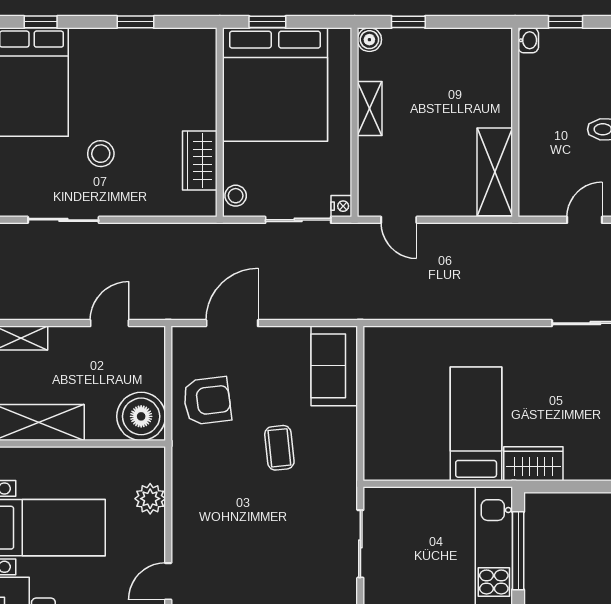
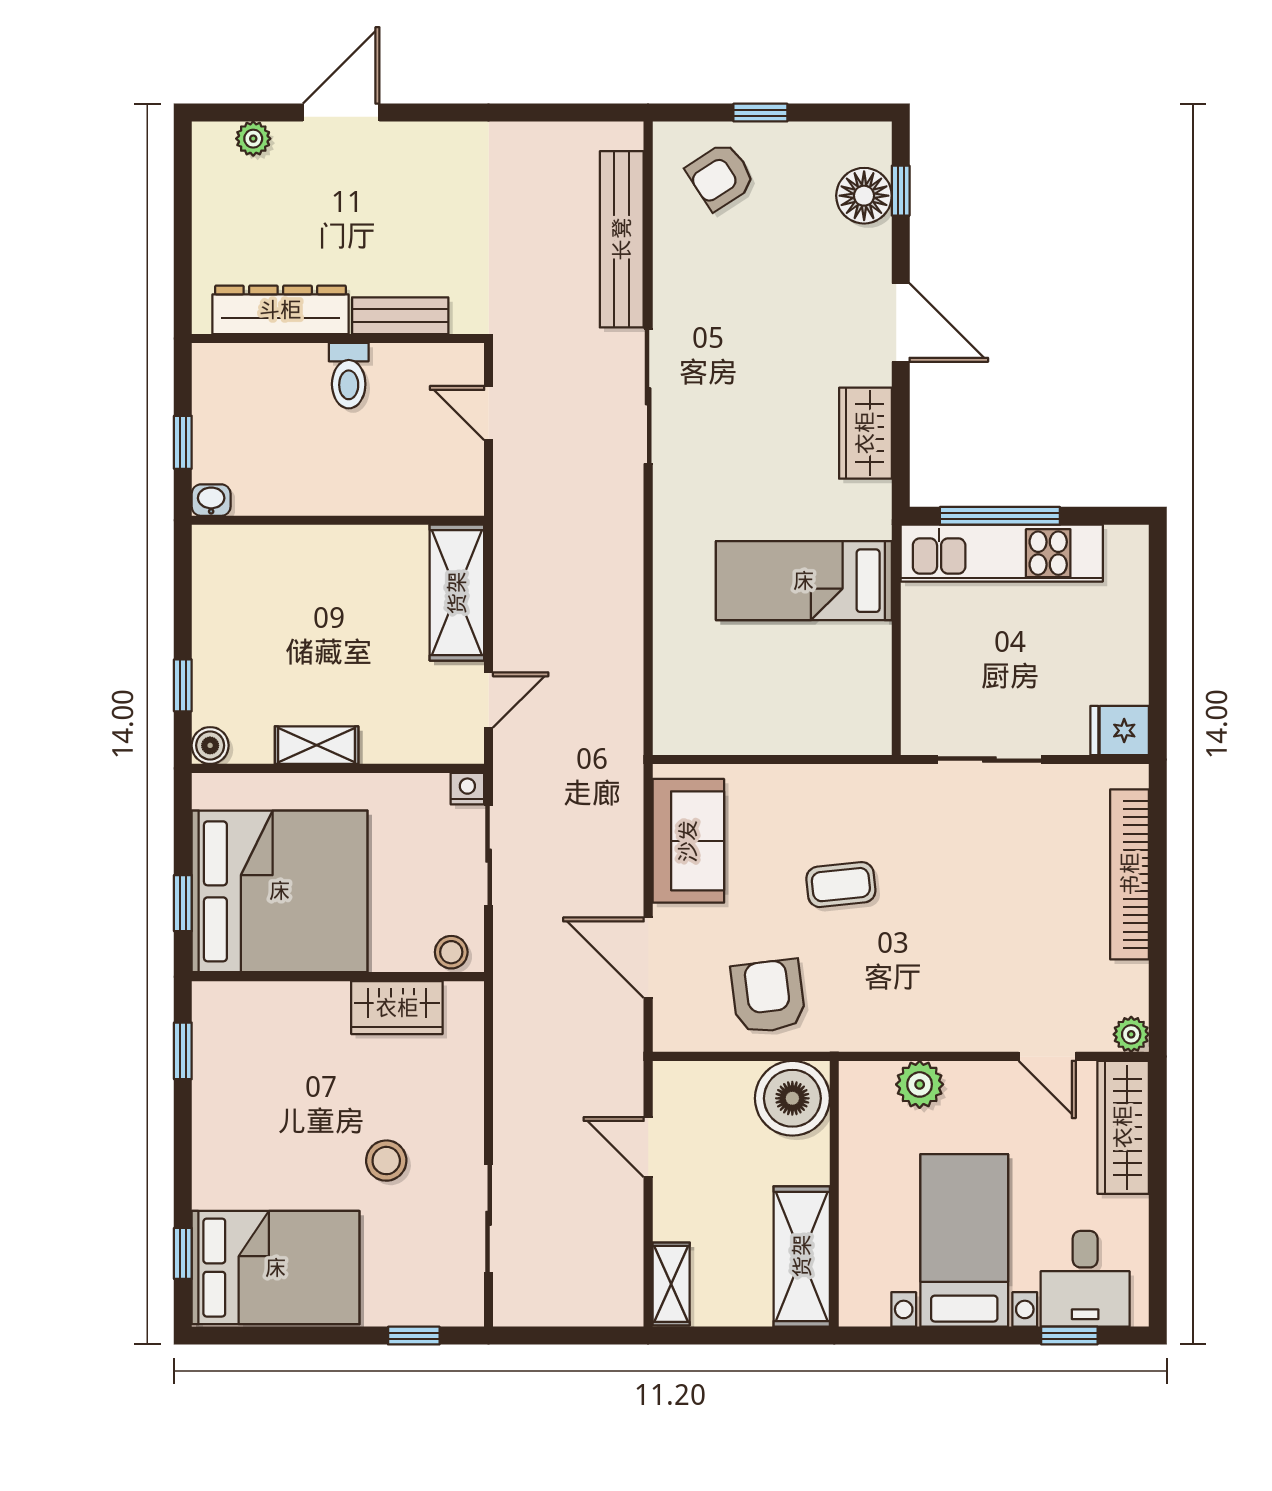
window: (135, 22) -> (183, 1051), moved
shelving: (495, 172) -> (457, 593), moved, turned 90
sofa: (334, 366) -> (688, 841), moved, turned -90
wardrobe: (533, 464) -> (865, 433), moved

